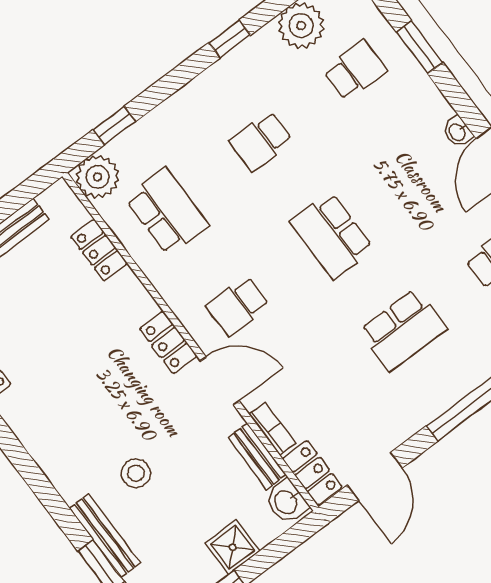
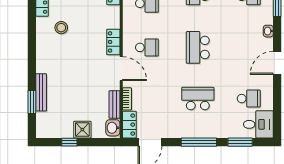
washbasin: (458, 132) -> (268, 31), moved
school desk: (238, 306) -> (147, 47), turned 180
school desk: (403, 330) -> (198, 99), turned 180
stool: (136, 473) -> (61, 28), moved

